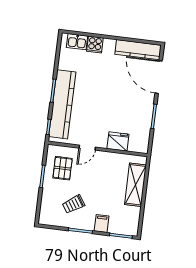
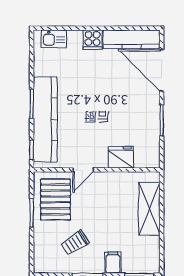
cooker: (95, 45) -> (93, 40), moved
pallet: (63, 168) -> (56, 199), width x1.50, depth x1.42

